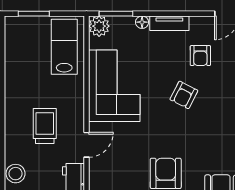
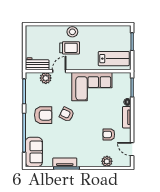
plant: (99, 26) -> (46, 78), moved
armchair: (184, 95) -> (67, 114), moved
door: (87, 145) -> (59, 71), swing flipped
stool: (16, 174) -> (72, 32), moved

